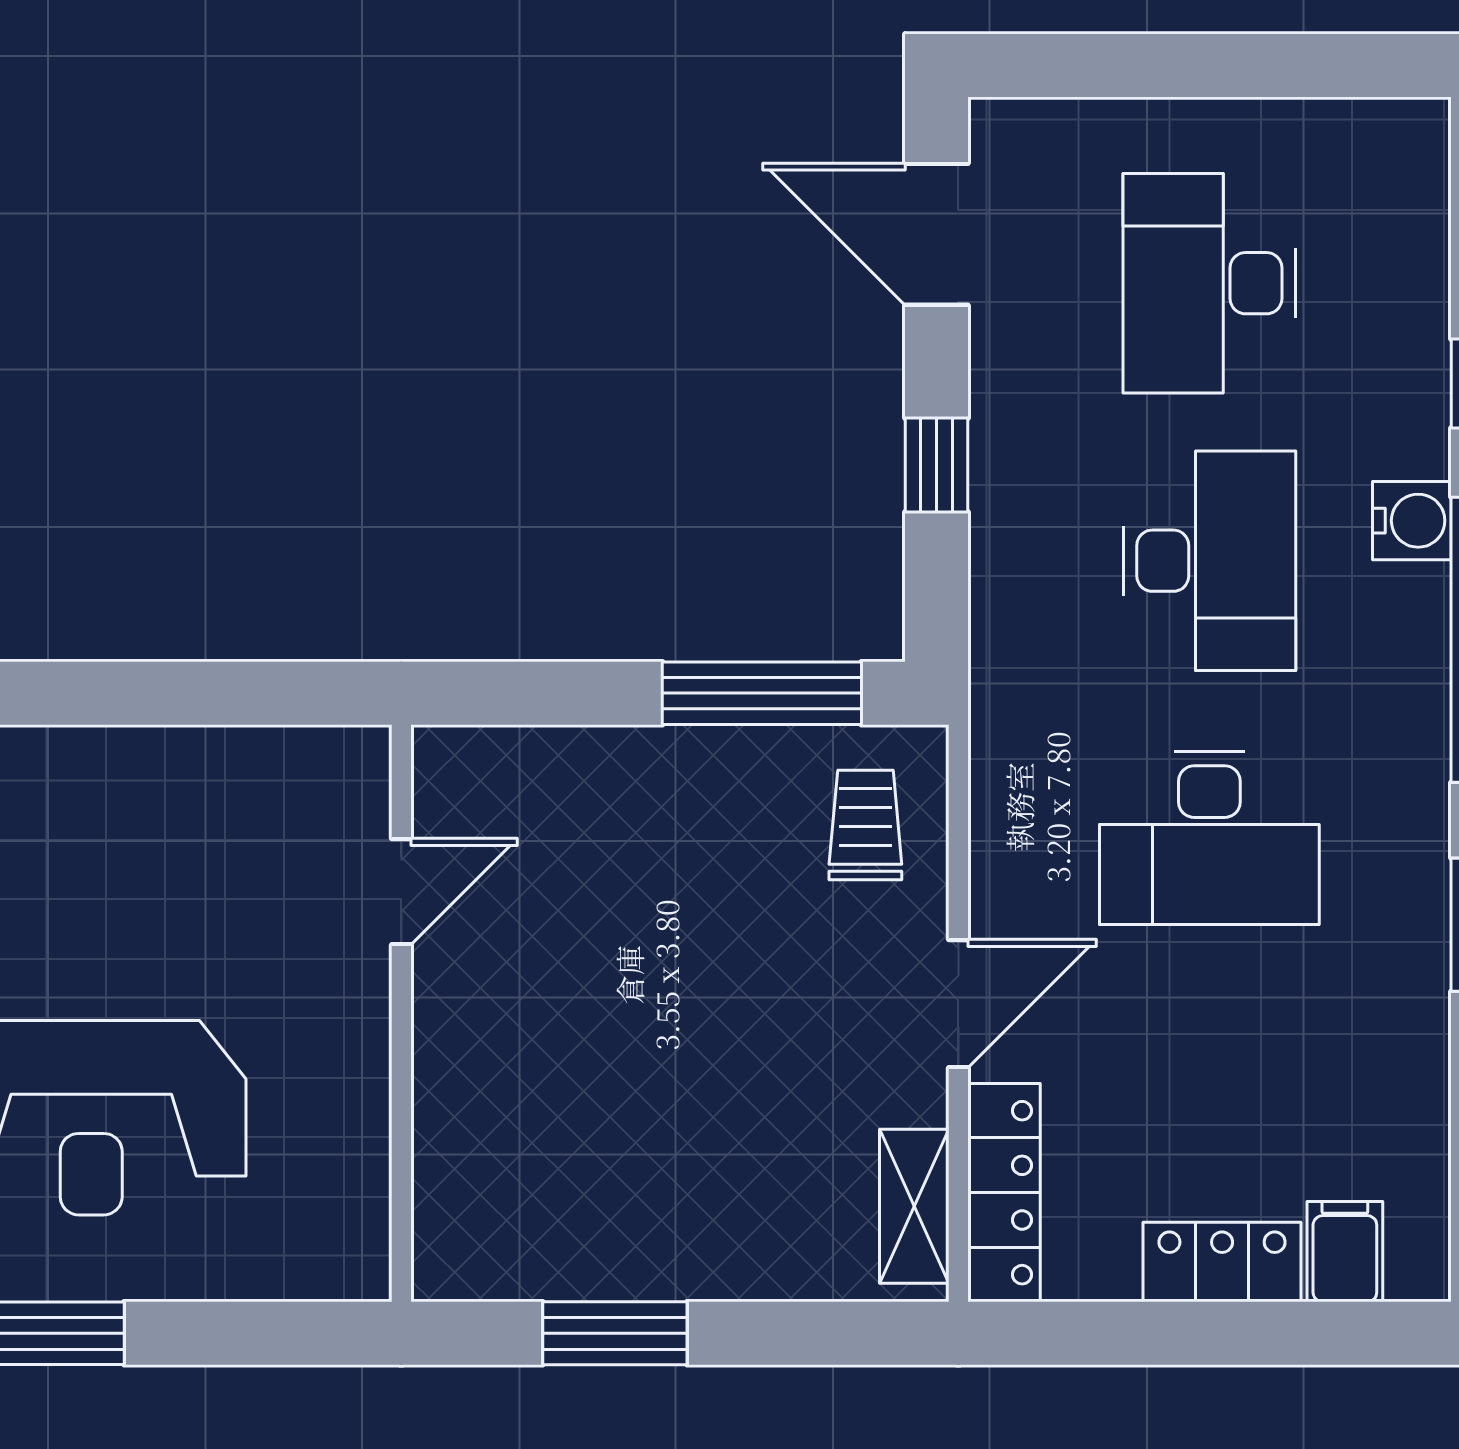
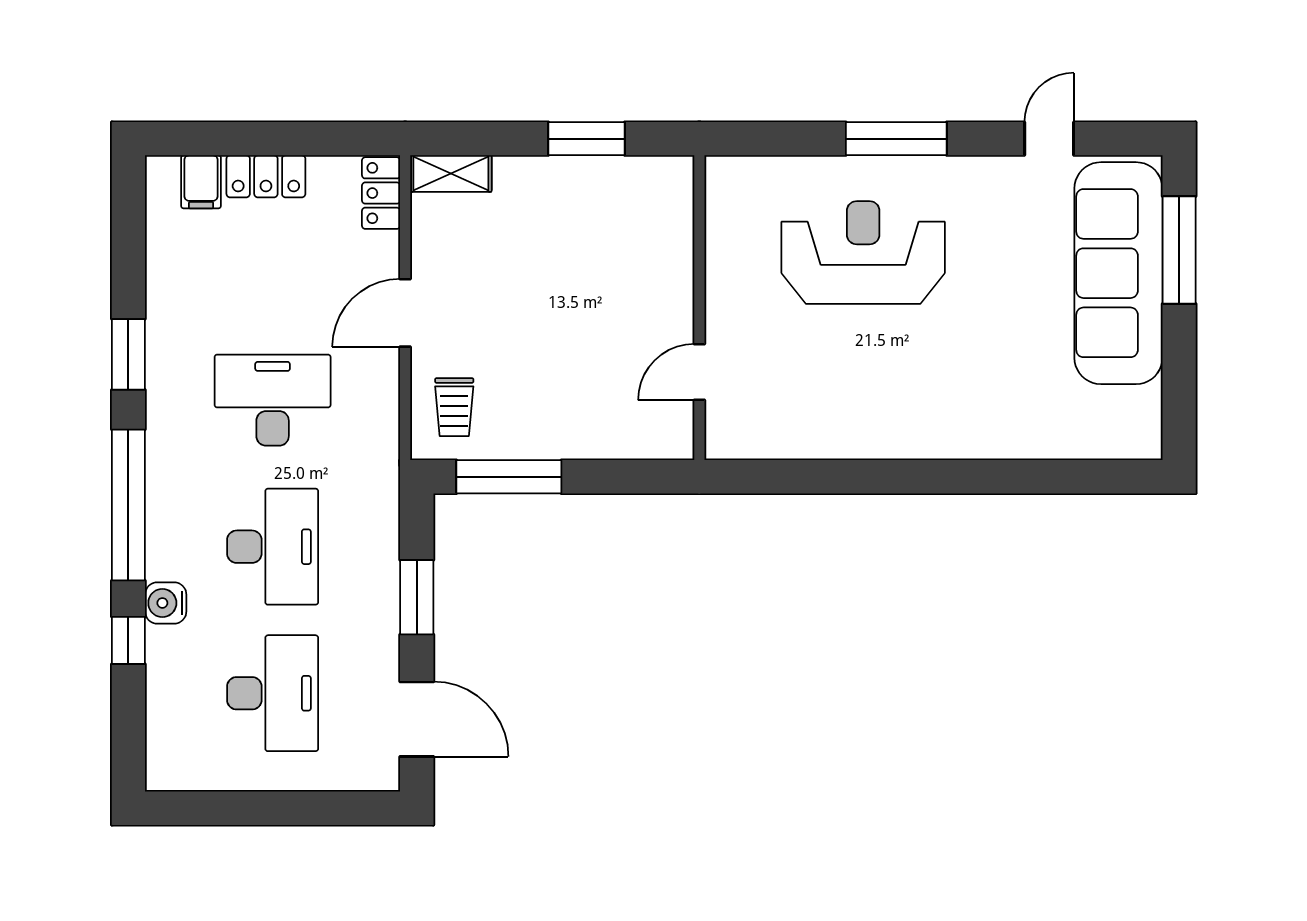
window: (936, 465) -> (417, 597), width x1.50
water cooler: (1412, 521) -> (166, 603), moved
desk: (1209, 561) -> (273, 547), turned 180
locker: (1004, 1193) -> (381, 193), width x0.66
shelving: (914, 1206) -> (451, 174), moved, turned 90

